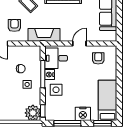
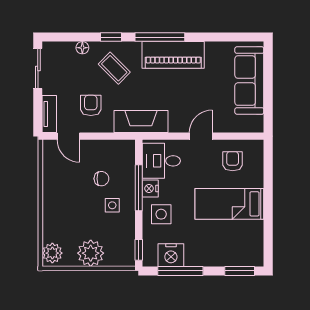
bed: (108, 100) -> (229, 204), moved, turned -90
plant: (33, 113) -> (91, 253), moved
nightstand: (83, 114) -> (171, 255), moved

